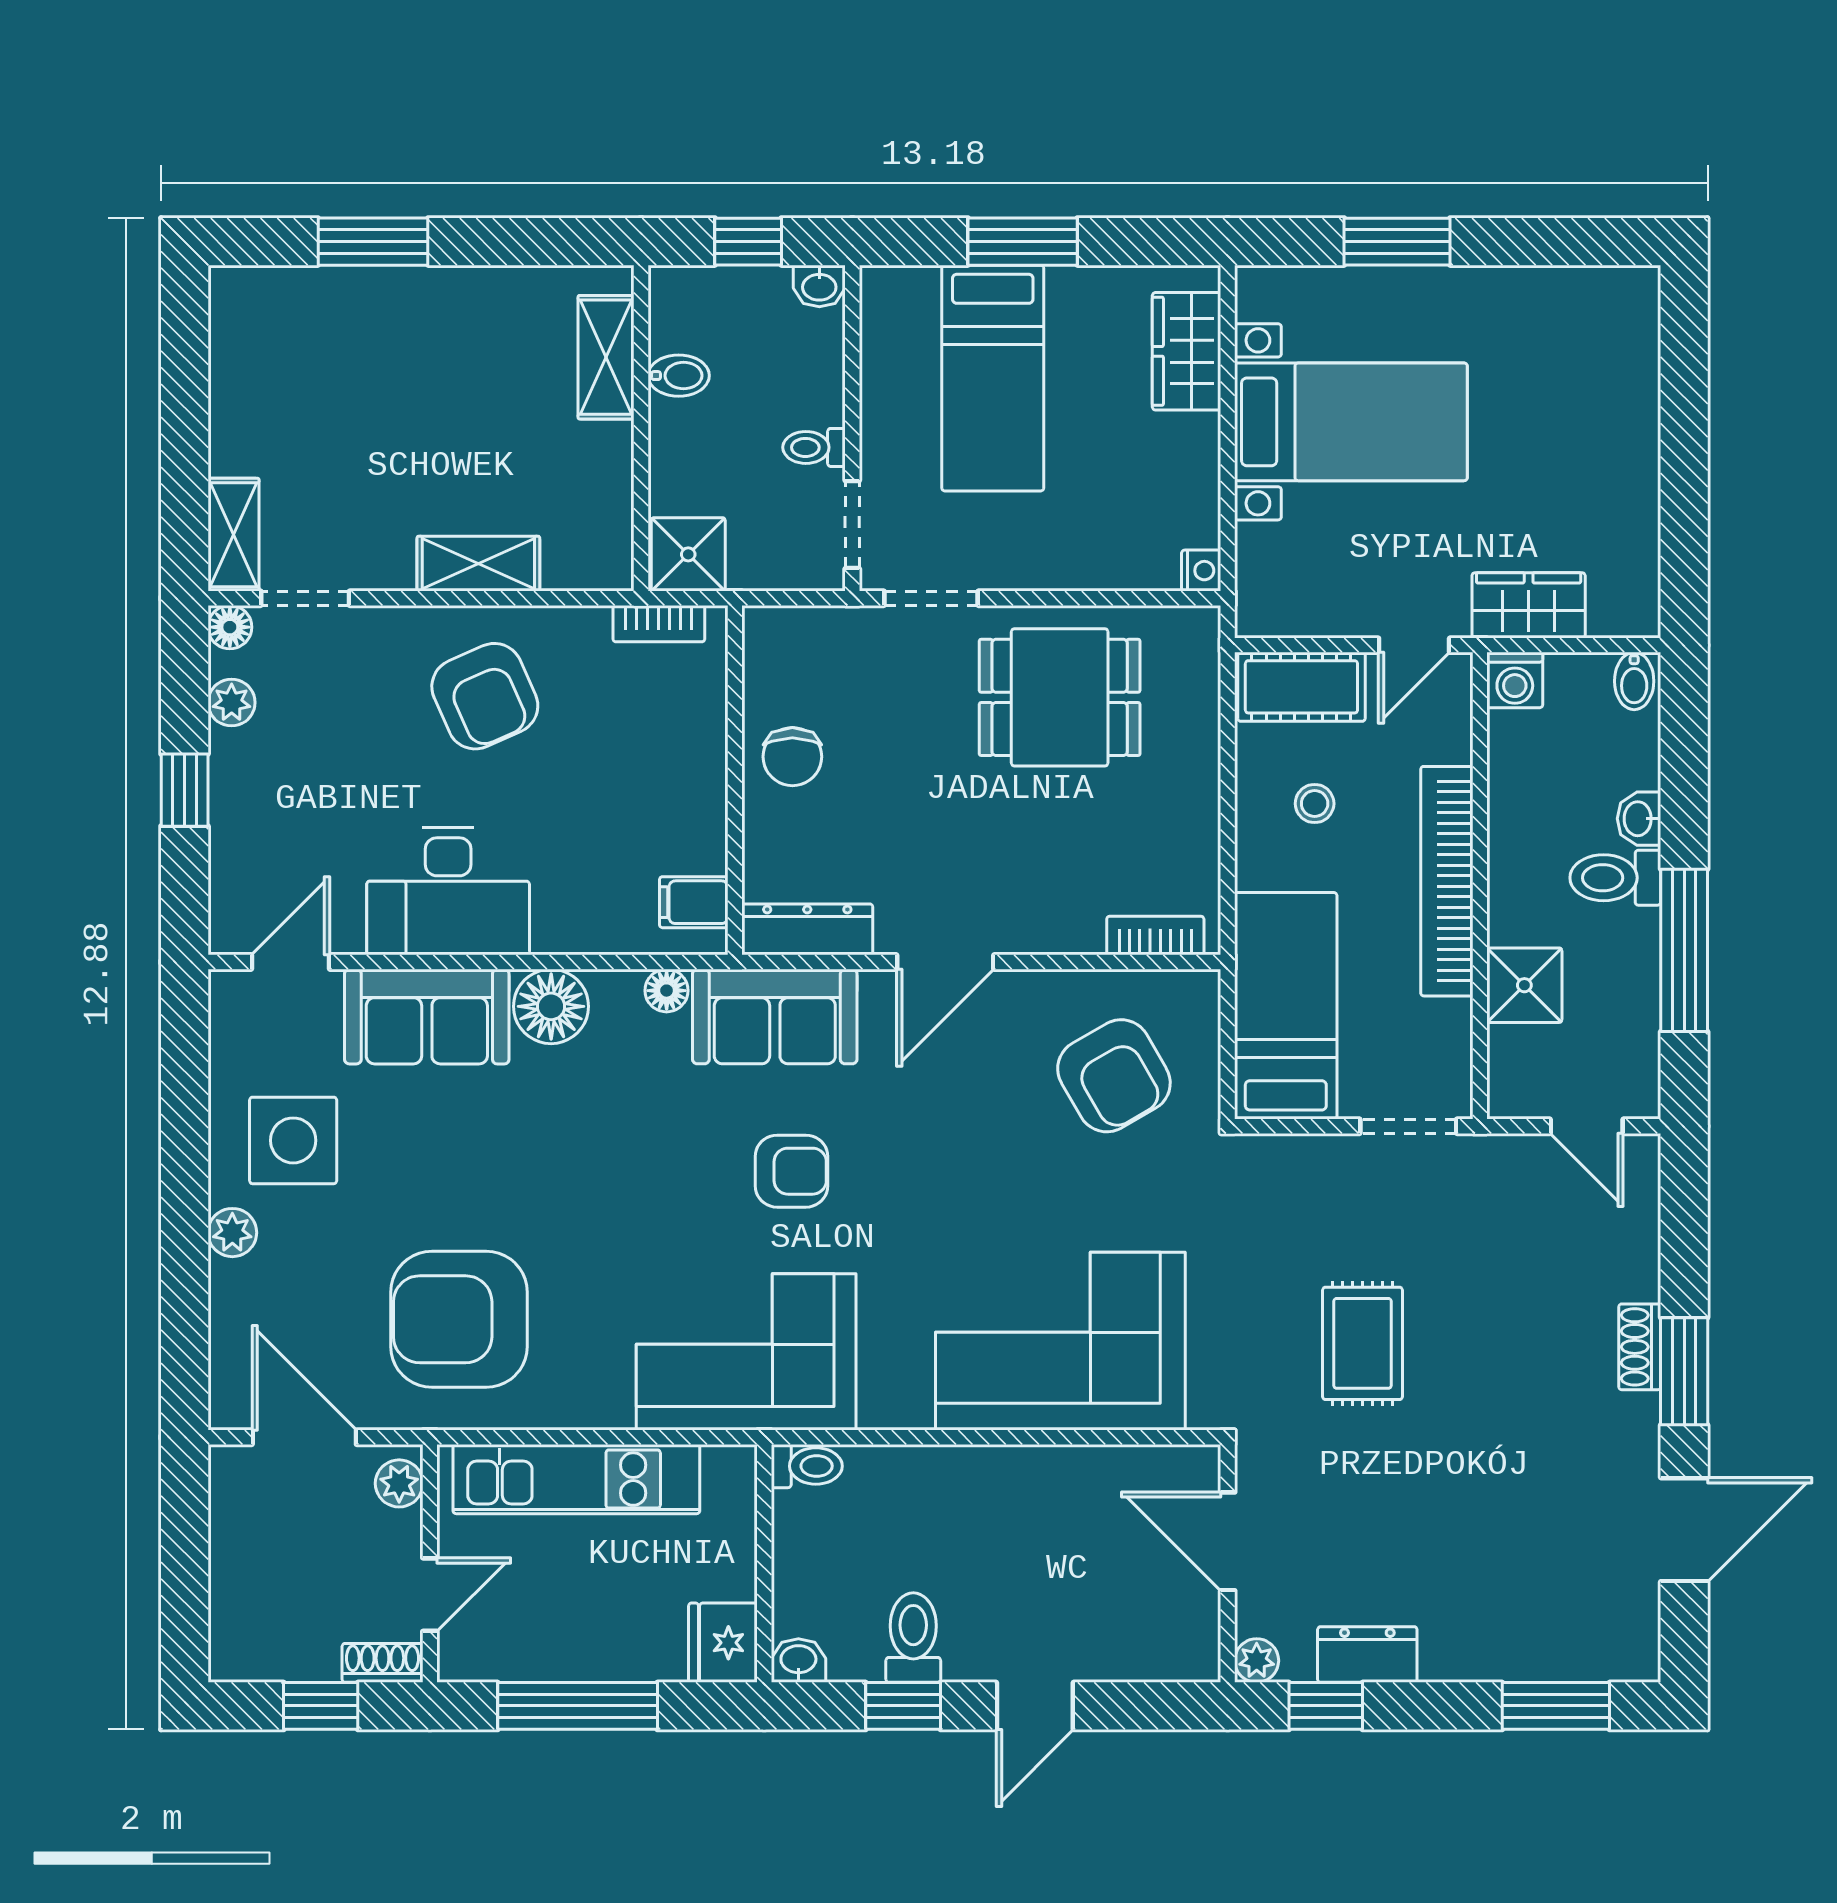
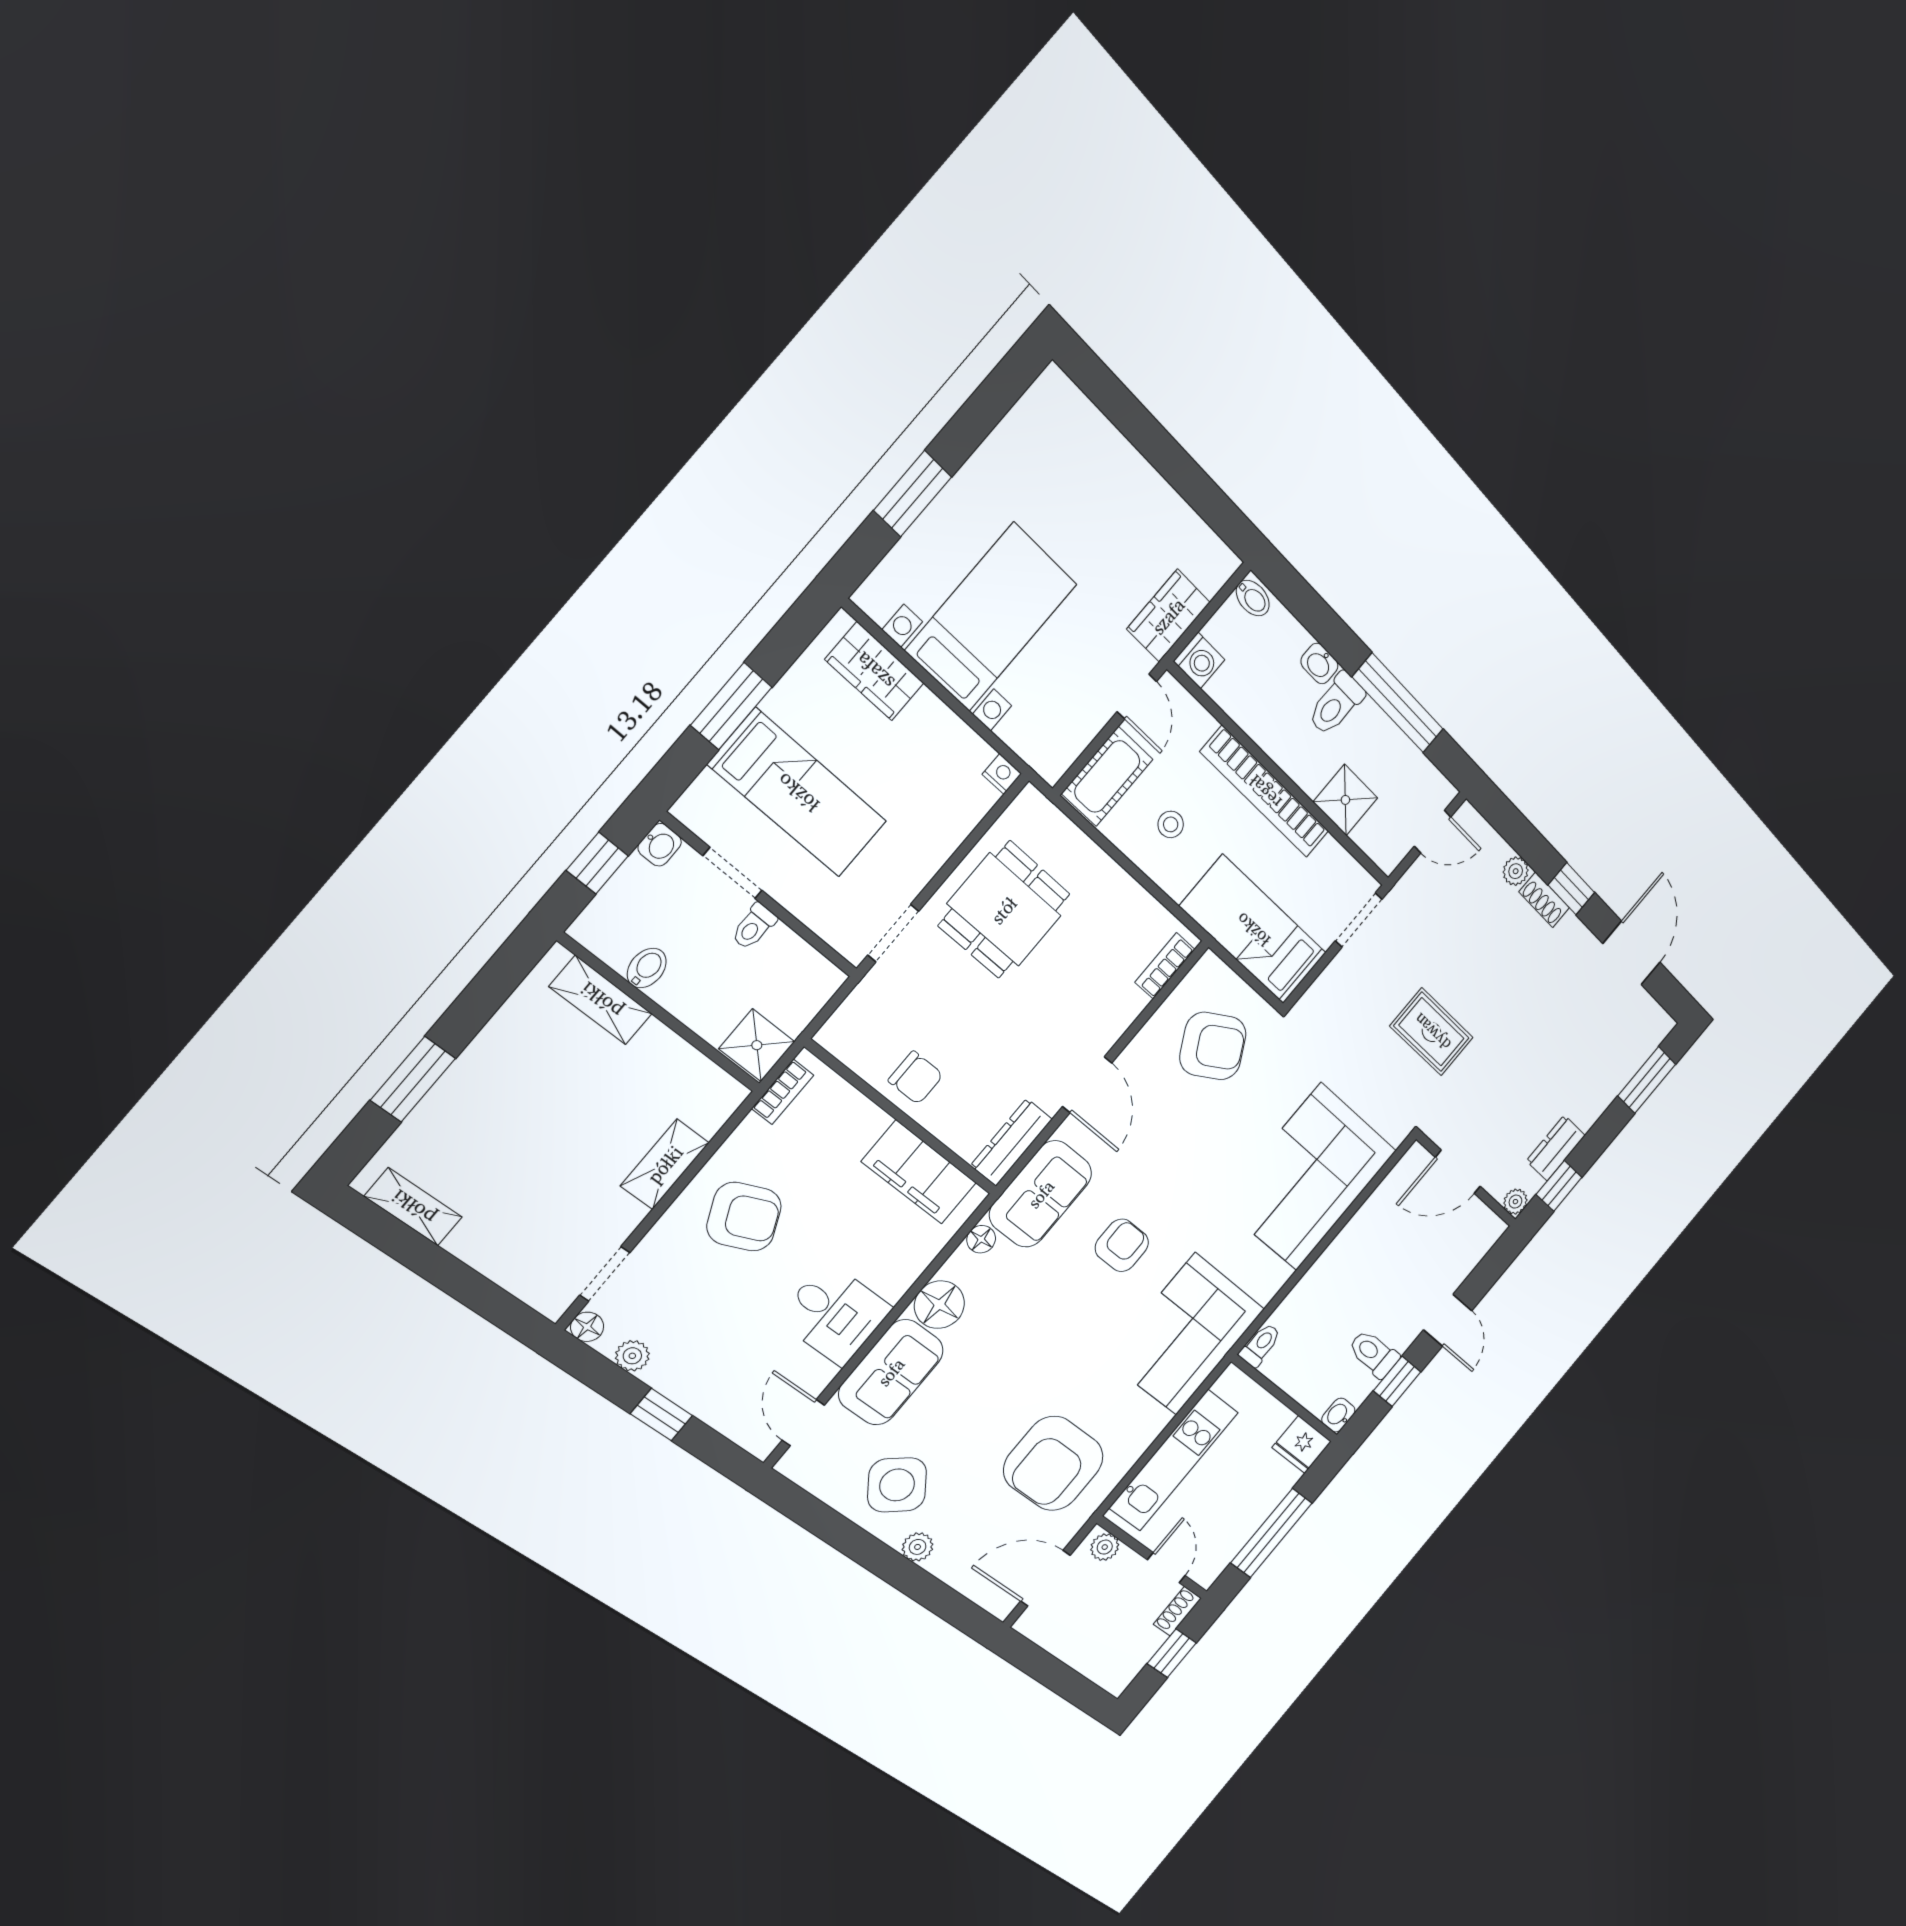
doorway: (852, 525) -> (733, 873), moved
shelving: (233, 535) -> (413, 1207), moved
desk: (448, 891) -> (835, 1314), width x0.73
filing cabinet: (694, 902) -> (919, 1172), width x3.00, depth x1.17
side table: (293, 1140) -> (897, 1485), turned -37
plant: (1638, 1277) -> (1516, 871), added
window: (1684, 1371) -> (1571, 889), width x0.67

